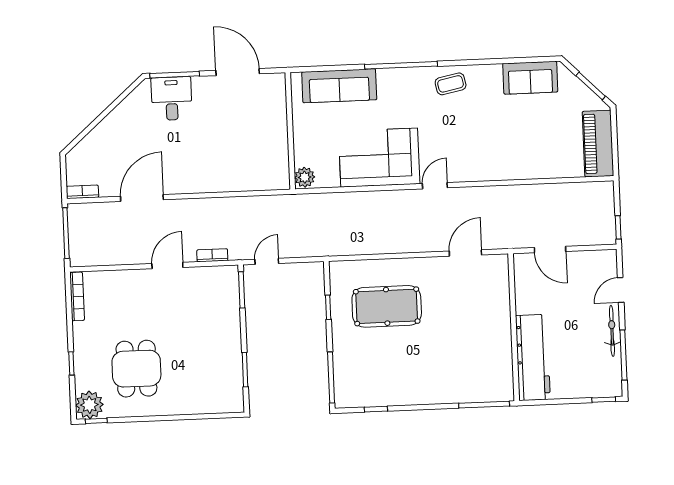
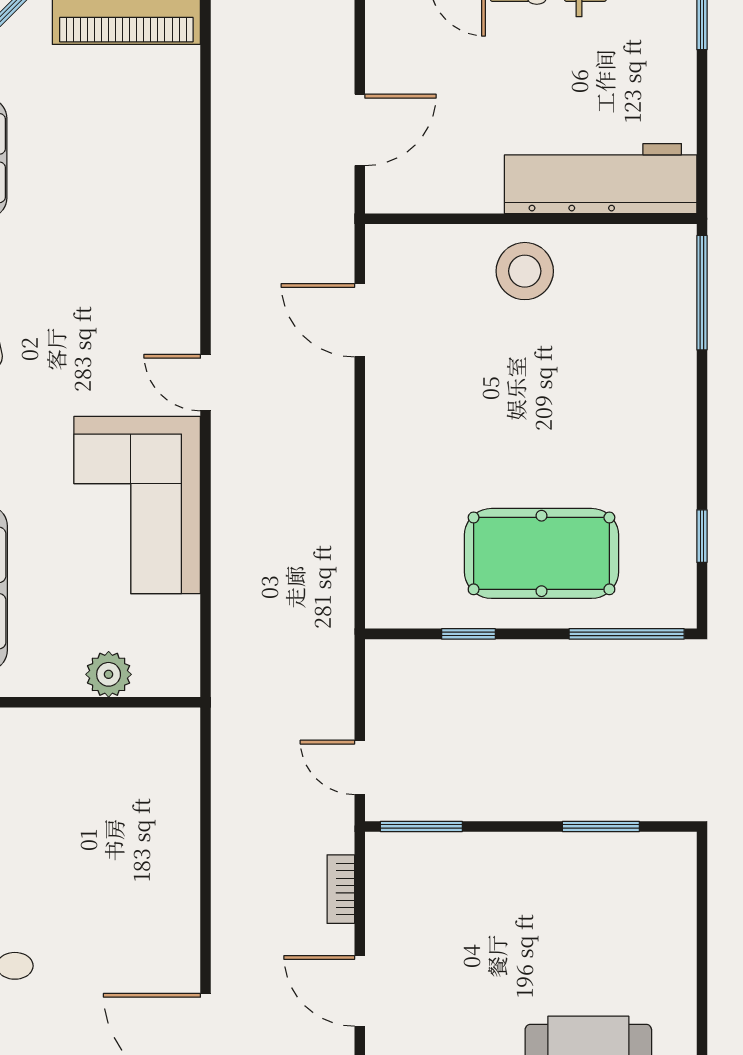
plant: (305, 177) -> (109, 674), moved
pool table: (387, 306) -> (541, 553), moved, turned 90
stool: (490, 325) -> (525, 271), added

